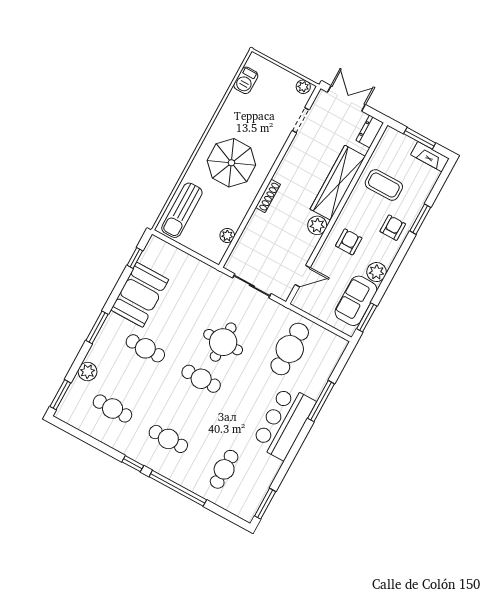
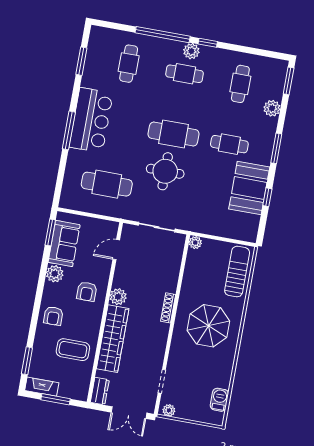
window: (420, 219) -> (27, 361), moved
plant: (227, 235) -> (195, 243), moved
window: (135, 258) -> (267, 197), moved
cafe table: (290, 349) -> (107, 184), turned 90
cafe table: (201, 379) -> (174, 134), width x1.37, depth x1.35
window: (321, 401) -> (69, 130), moved
cafe table: (113, 409) -> (240, 84), turned 90
plant: (153, 461) -> (191, 51), added
window: (265, 504) -> (81, 61), moved

